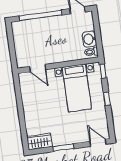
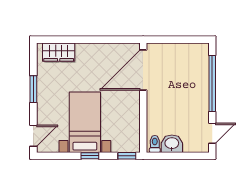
door: (38, 68) -> (143, 70), width x1.87
bed with nightstands: (77, 88) -> (85, 122), moved, turned 90
wardrobe: (40, 142) -> (59, 52), moved, turned 90

